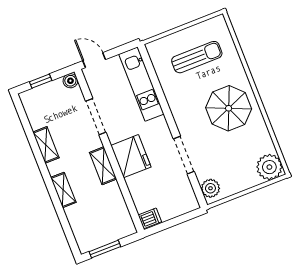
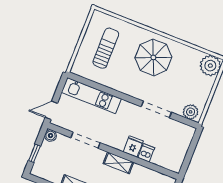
fridge: (131, 156) -> (133, 146), width x0.53, depth x0.75
dishwasher: (150, 218) -> (146, 153), moved

